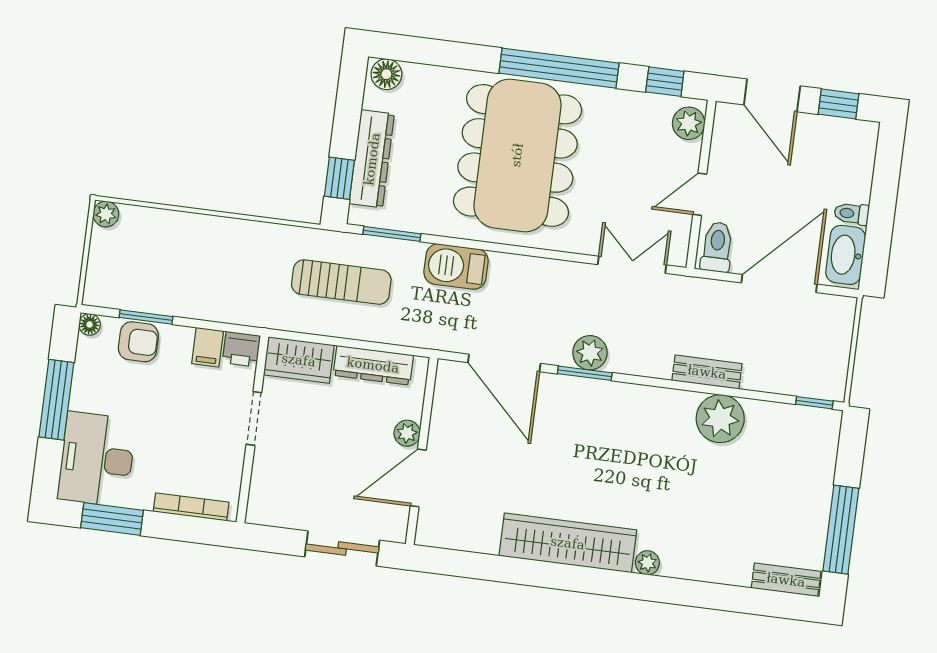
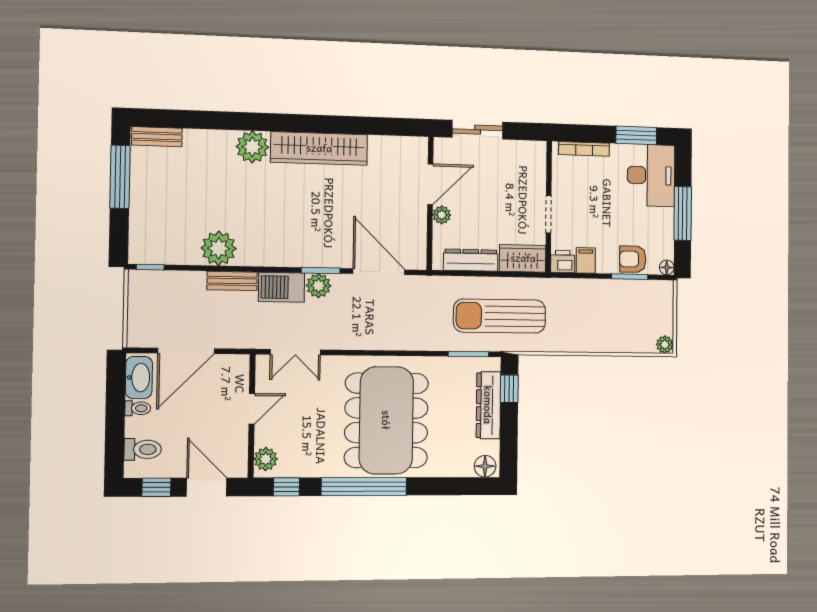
toilet: (717, 247) -> (143, 449), moved, turned -90
barbecue: (456, 267) -> (282, 287), moved, turned 180
sun lounger: (341, 282) -> (500, 316), width x1.36, depth x1.34
plant: (647, 563) -> (252, 147), width x1.87, depth x1.87

